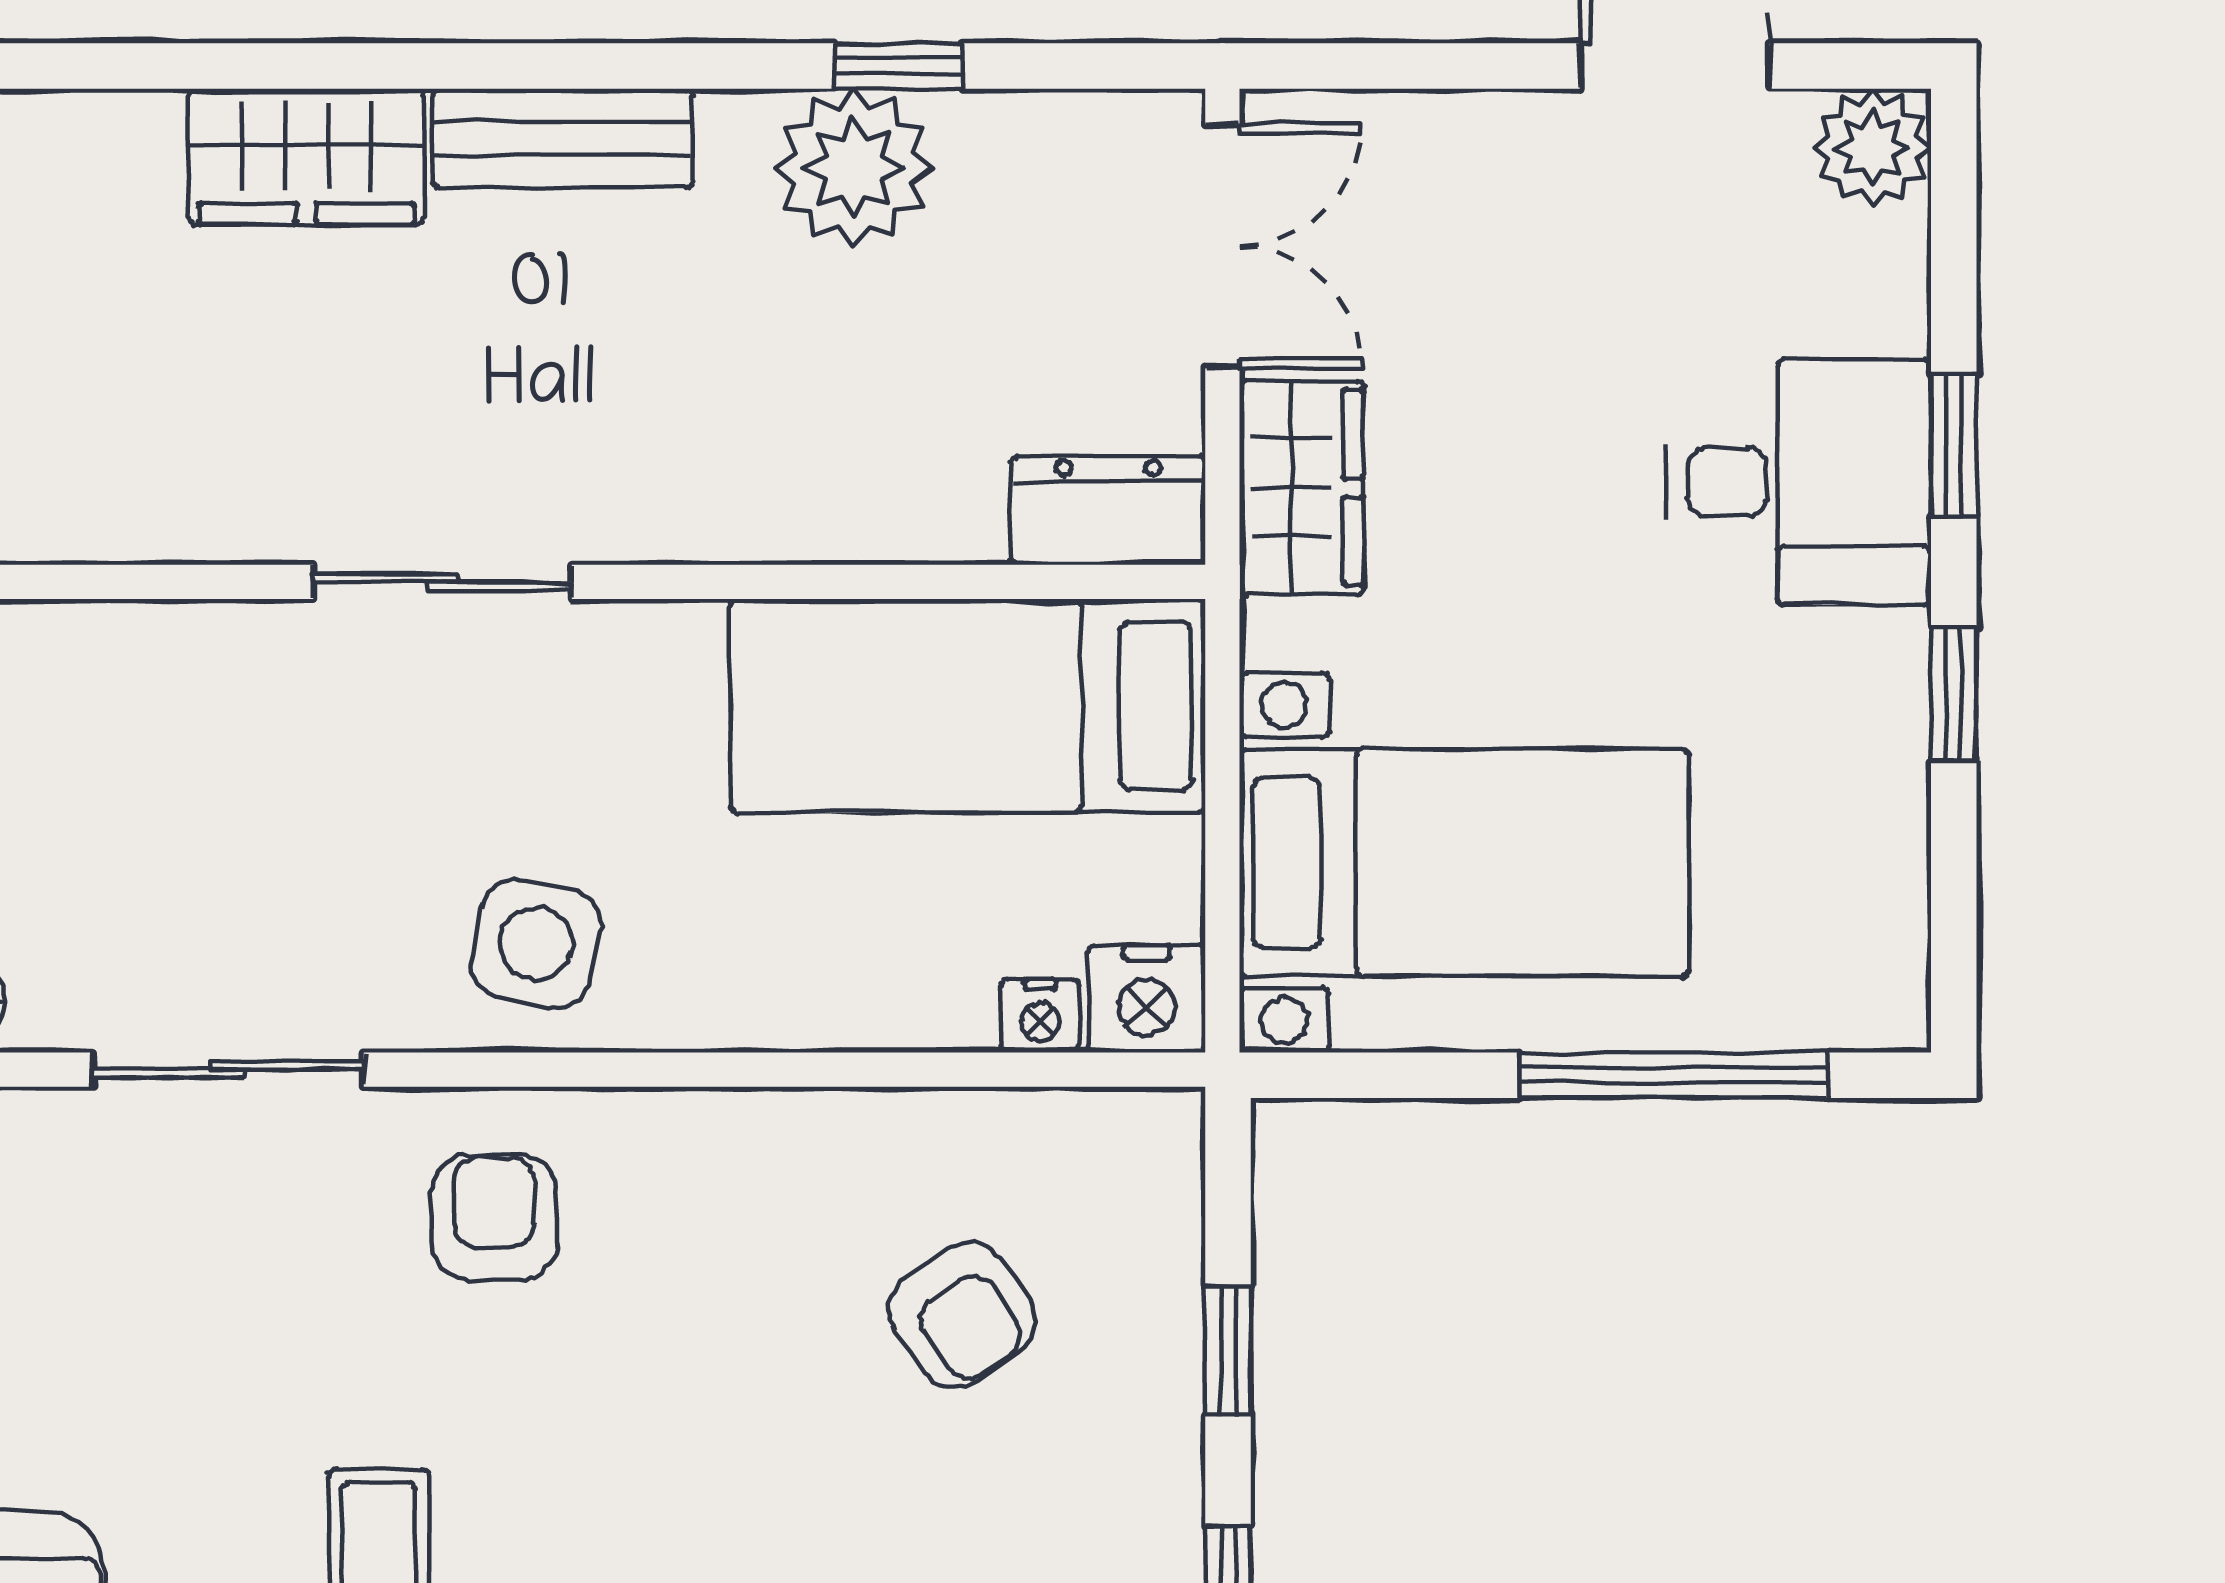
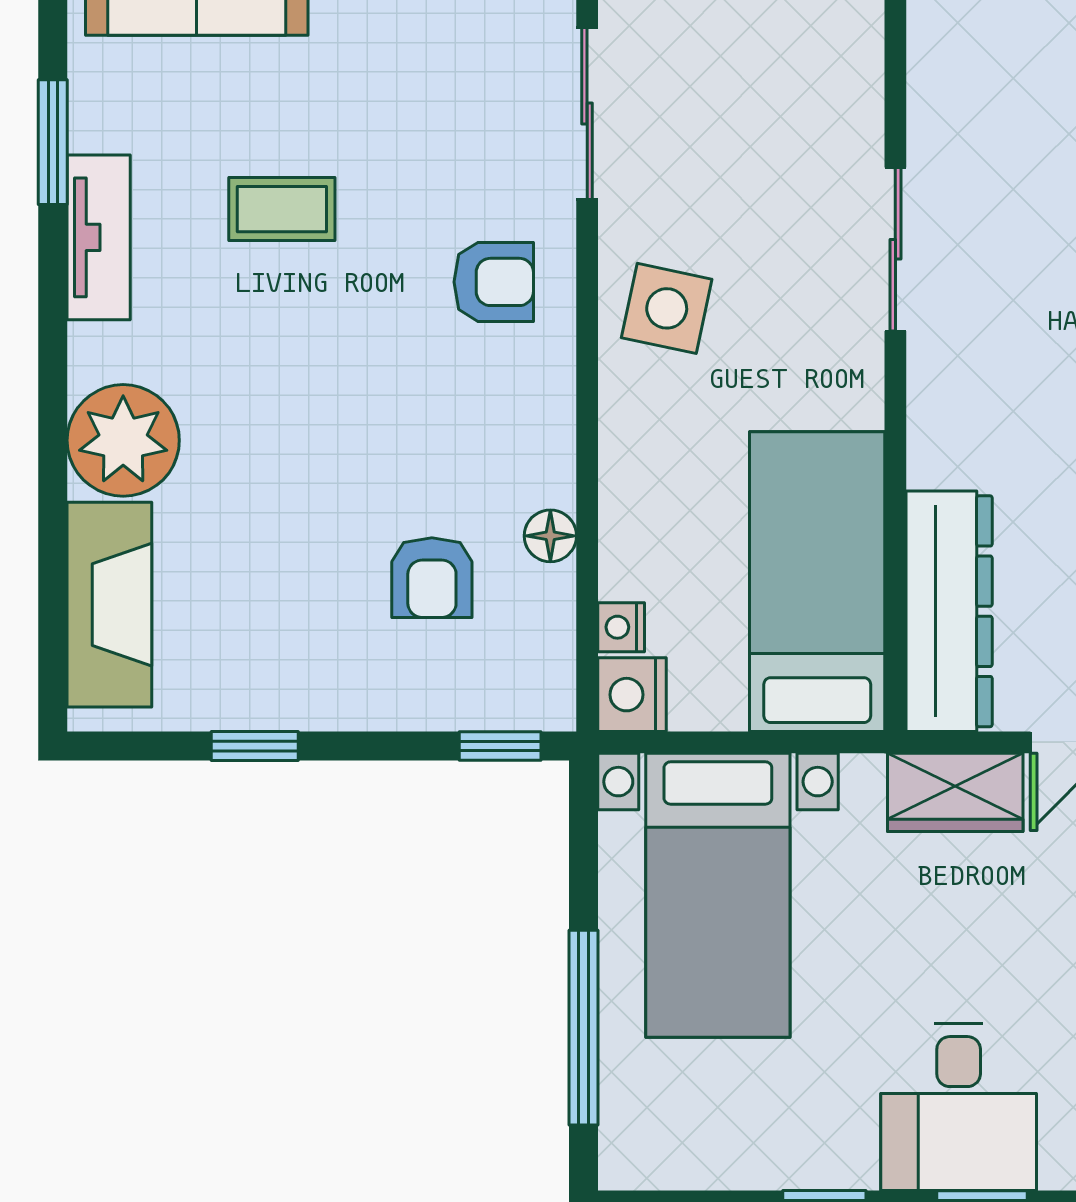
dresser: (1108, 510) -> (949, 611), width x1.96, depth x1.24
floor lamp: (896, 1128) -> (550, 536), added
armchair: (962, 1315) -> (432, 578), turned -55
window: (1228, 1351) -> (500, 746), moved

